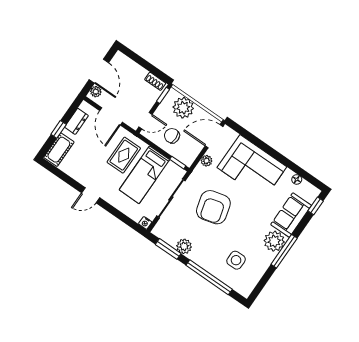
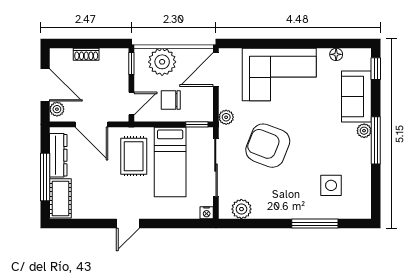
shoe rack: (155, 81) -> (86, 54), moved
dresser: (76, 121) -> (58, 155), width x1.44
window: (59, 129) -> (45, 177), width x2.17
plant: (207, 161) -> (226, 117), moved
armchair: (213, 207) -> (268, 146), turned 126
plant: (274, 241) -> (364, 131), width x0.53, depth x0.53
plant: (184, 246) -> (241, 209), moved
window: (168, 249) -> (250, 224), removed
window: (209, 277) -> (315, 224), width x0.68

